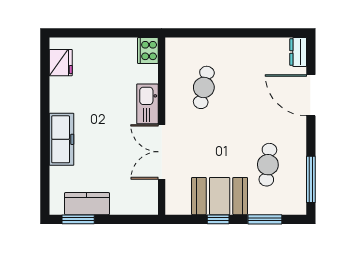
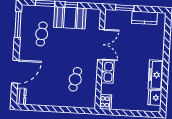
door: (311, 95) -> (15, 72), hinge flipped
freezer: (62, 139) -> (156, 75), moved
window: (78, 219) -> (125, 8), moved

